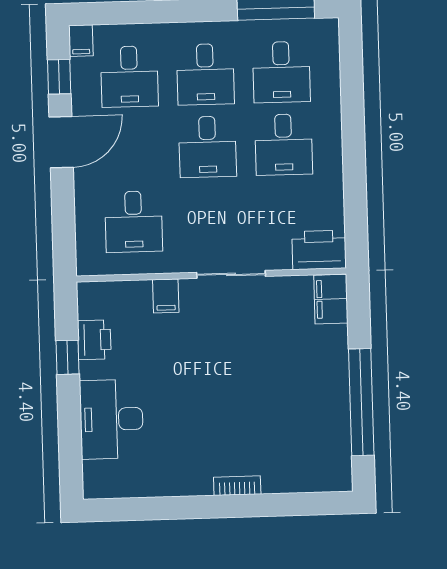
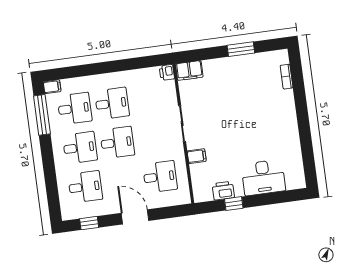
filing cabinet: (81, 41) -> (52, 87), moved
door: (61, 142) -> (135, 217), moved
printer: (319, 250) -> (167, 72), width x0.53, depth x0.68
window: (361, 402) -> (241, 49), width x0.47
bookcase: (237, 486) -> (287, 77), moved

